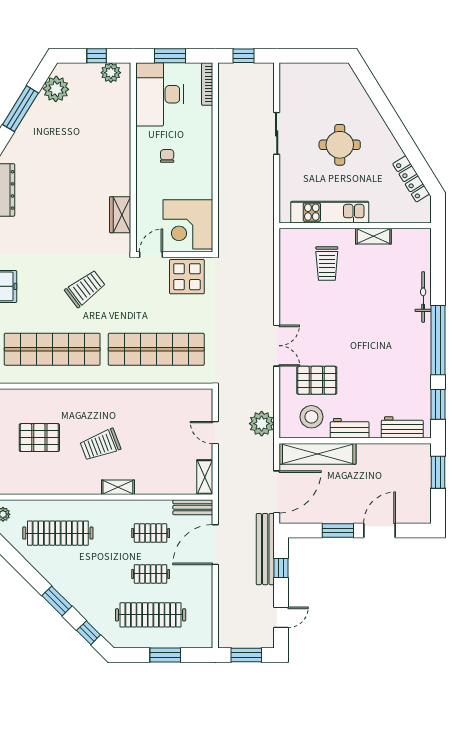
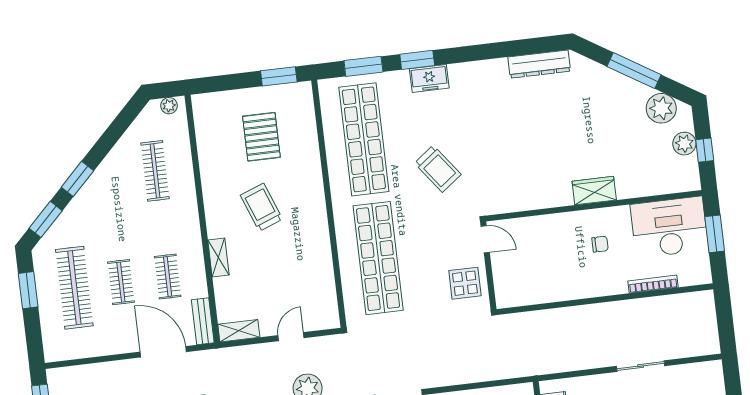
window: (244, 56) -> (725, 318), removed
plant: (111, 73) -> (684, 144), moved
bookcase: (207, 84) -> (653, 284), moved
wardrobe: (120, 215) -> (594, 191), moved
corner desk: (188, 224) -> (525, 277), removed
display table: (187, 277) -> (465, 283), width x0.73, depth x0.73
shelving: (118, 487) -> (218, 258), moved
clothes rail: (58, 533) -> (155, 171), width x0.73, depth x0.76
window: (89, 633) -> (46, 219), width x1.50
window: (165, 655) -> (28, 290), moved

